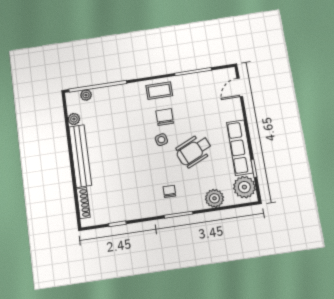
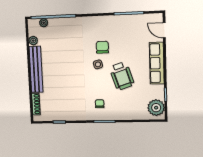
door: (240, 87) -> (164, 30), hinge flipped
coffee table: (159, 91) -> (100, 26), removed
row of seats: (240, 148) -> (157, 63), moved
wheelchair: (194, 151) -> (122, 76), turned -84
plant: (214, 198) -> (132, 113), removed

